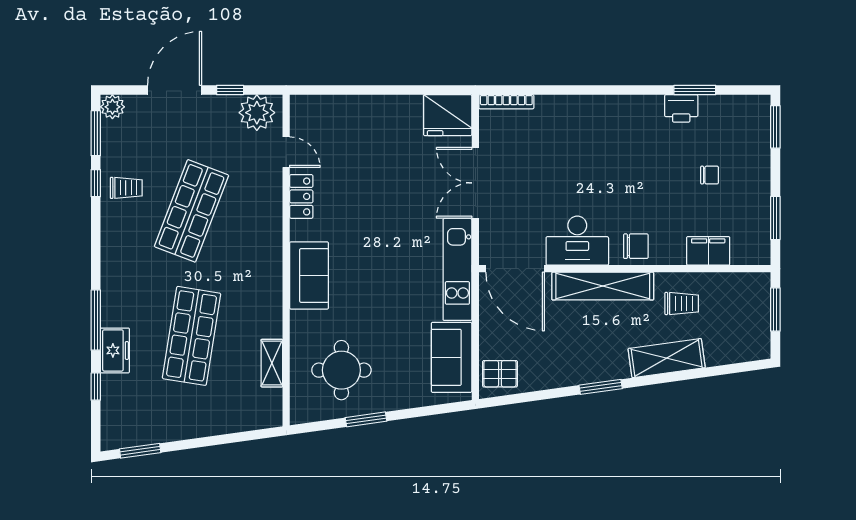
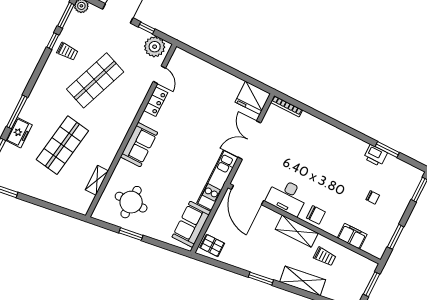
shelving: (603, 286) -> (297, 231), width x0.68

